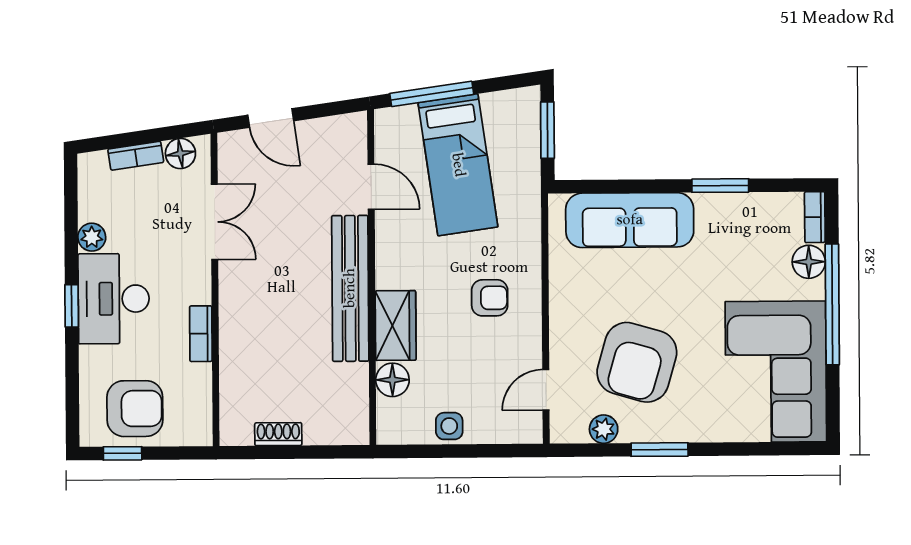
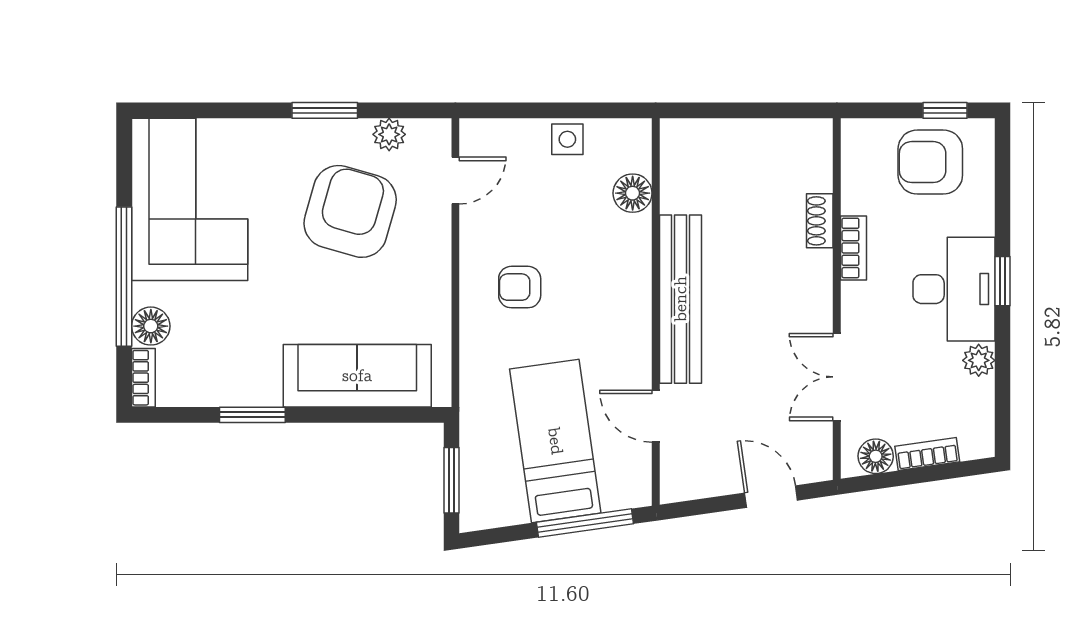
wardrobe: (396, 326) -> (629, 256), removed
shoe rack: (278, 434) -> (820, 221), moved, turned 90

